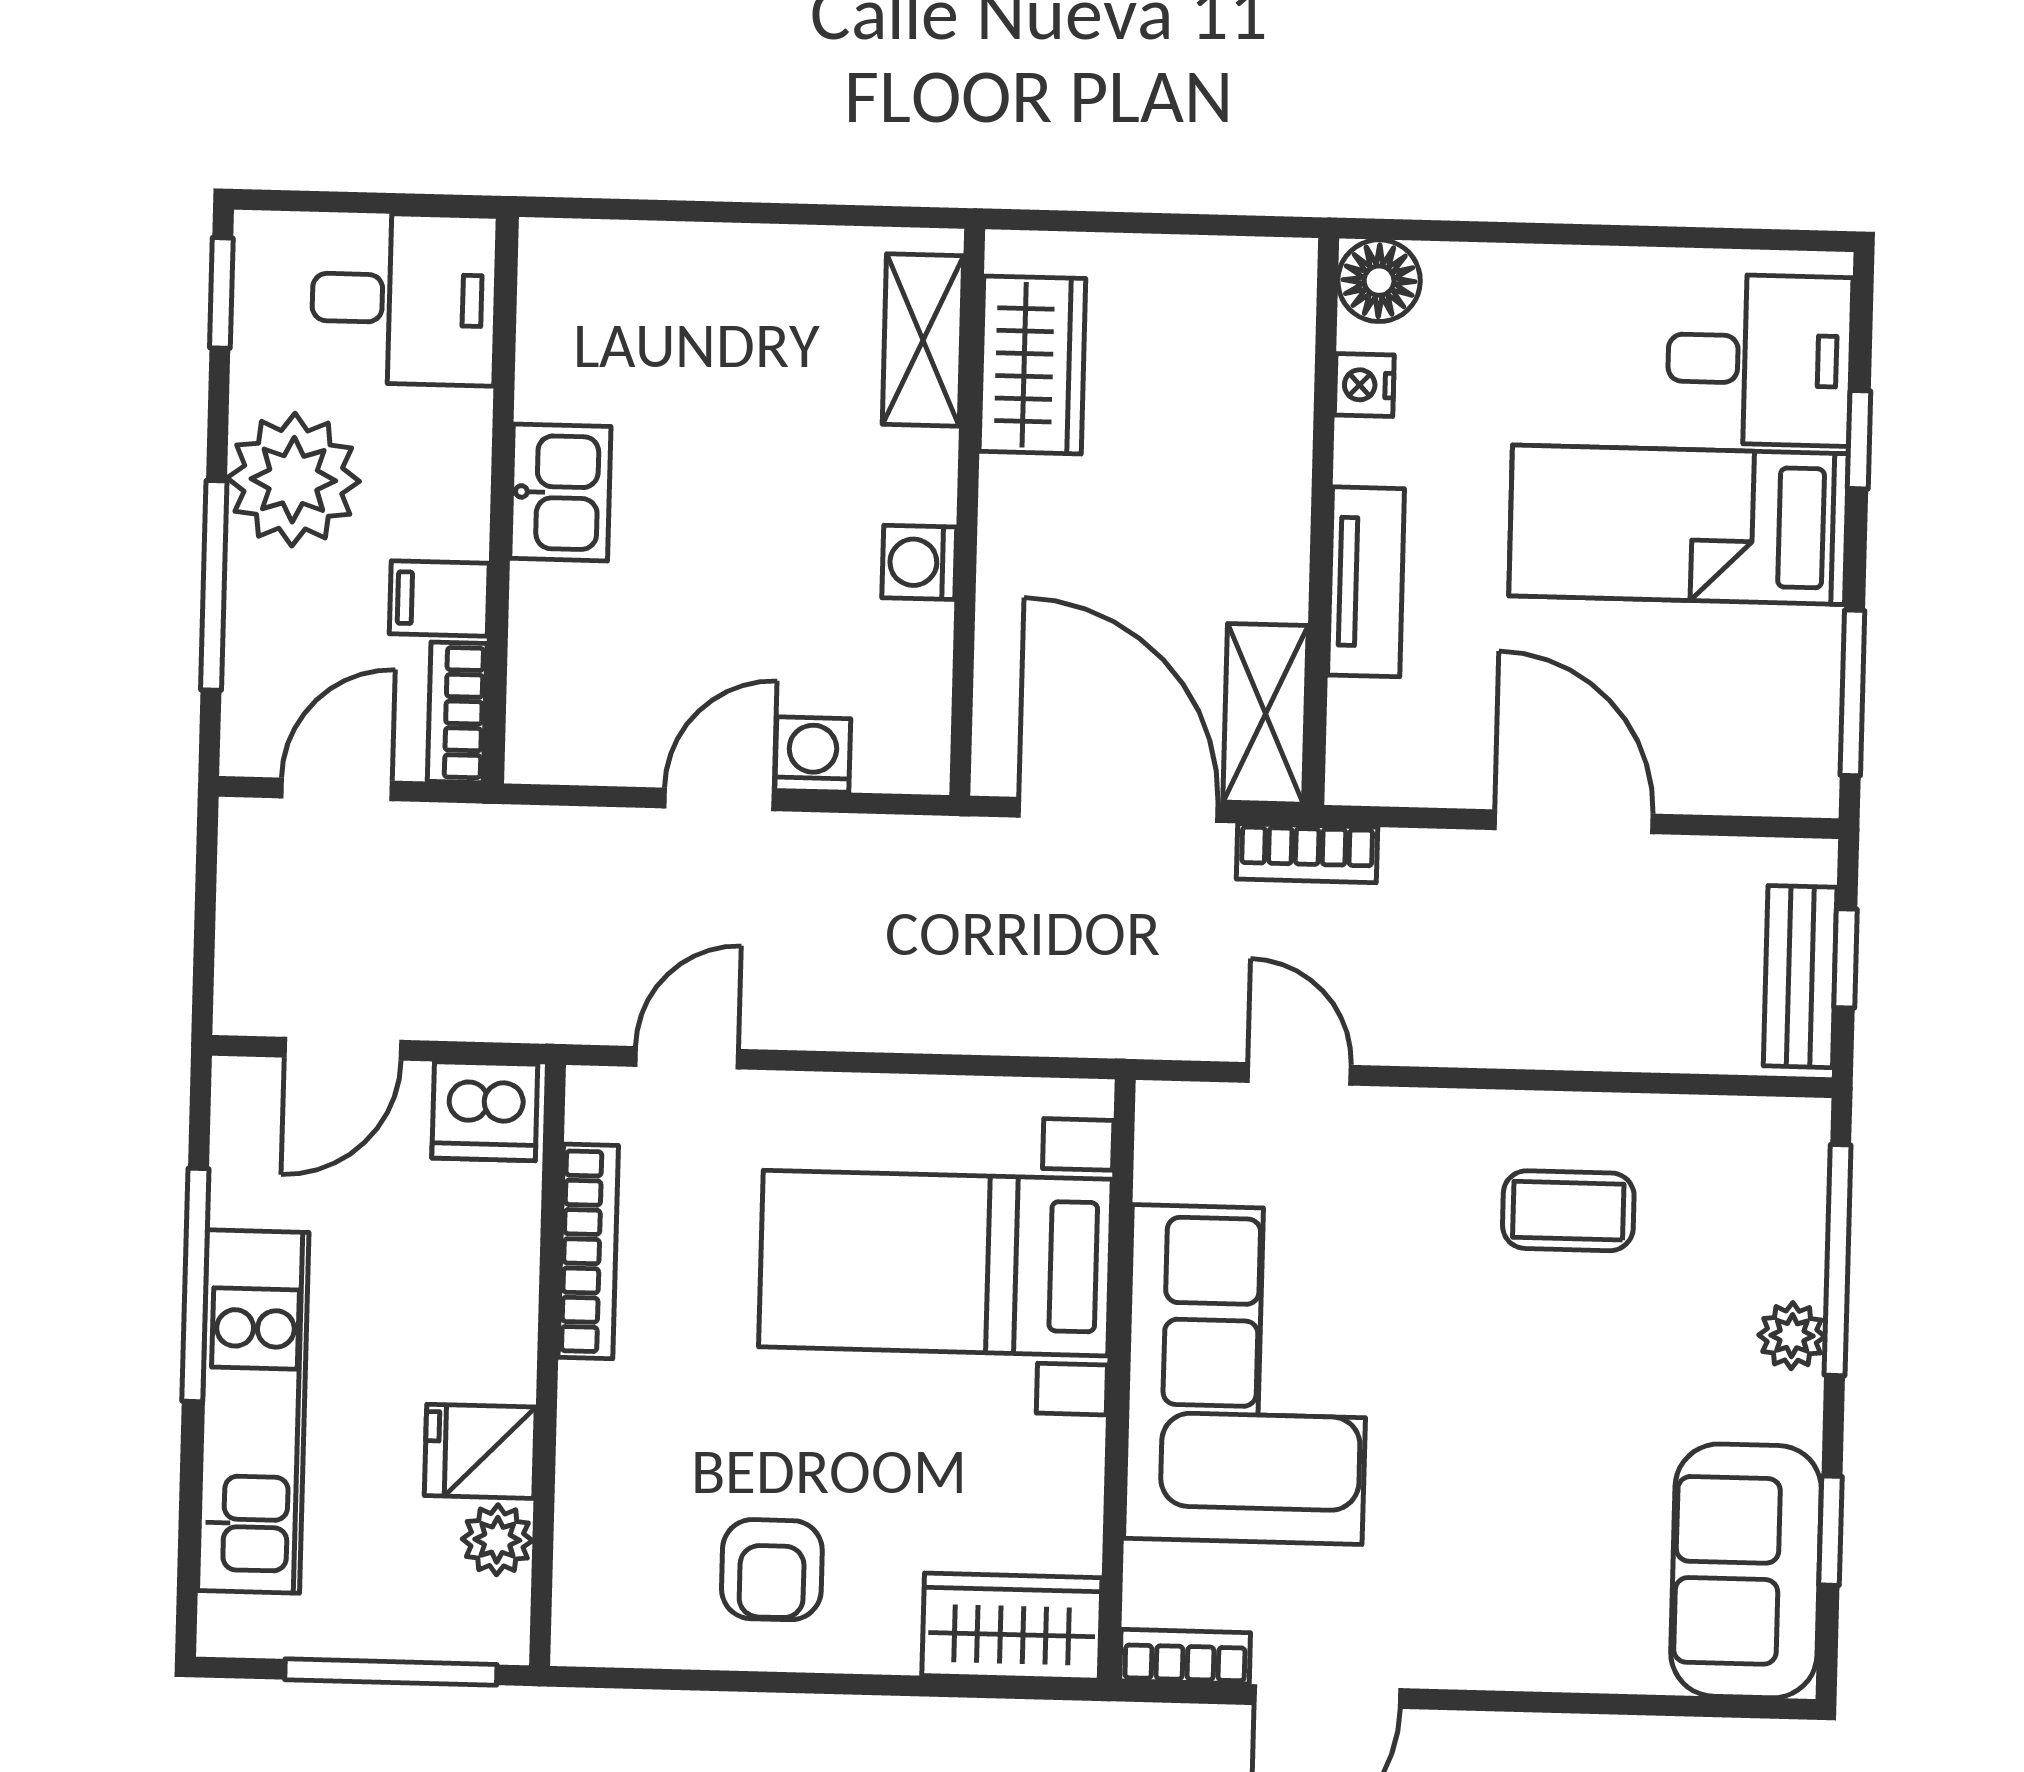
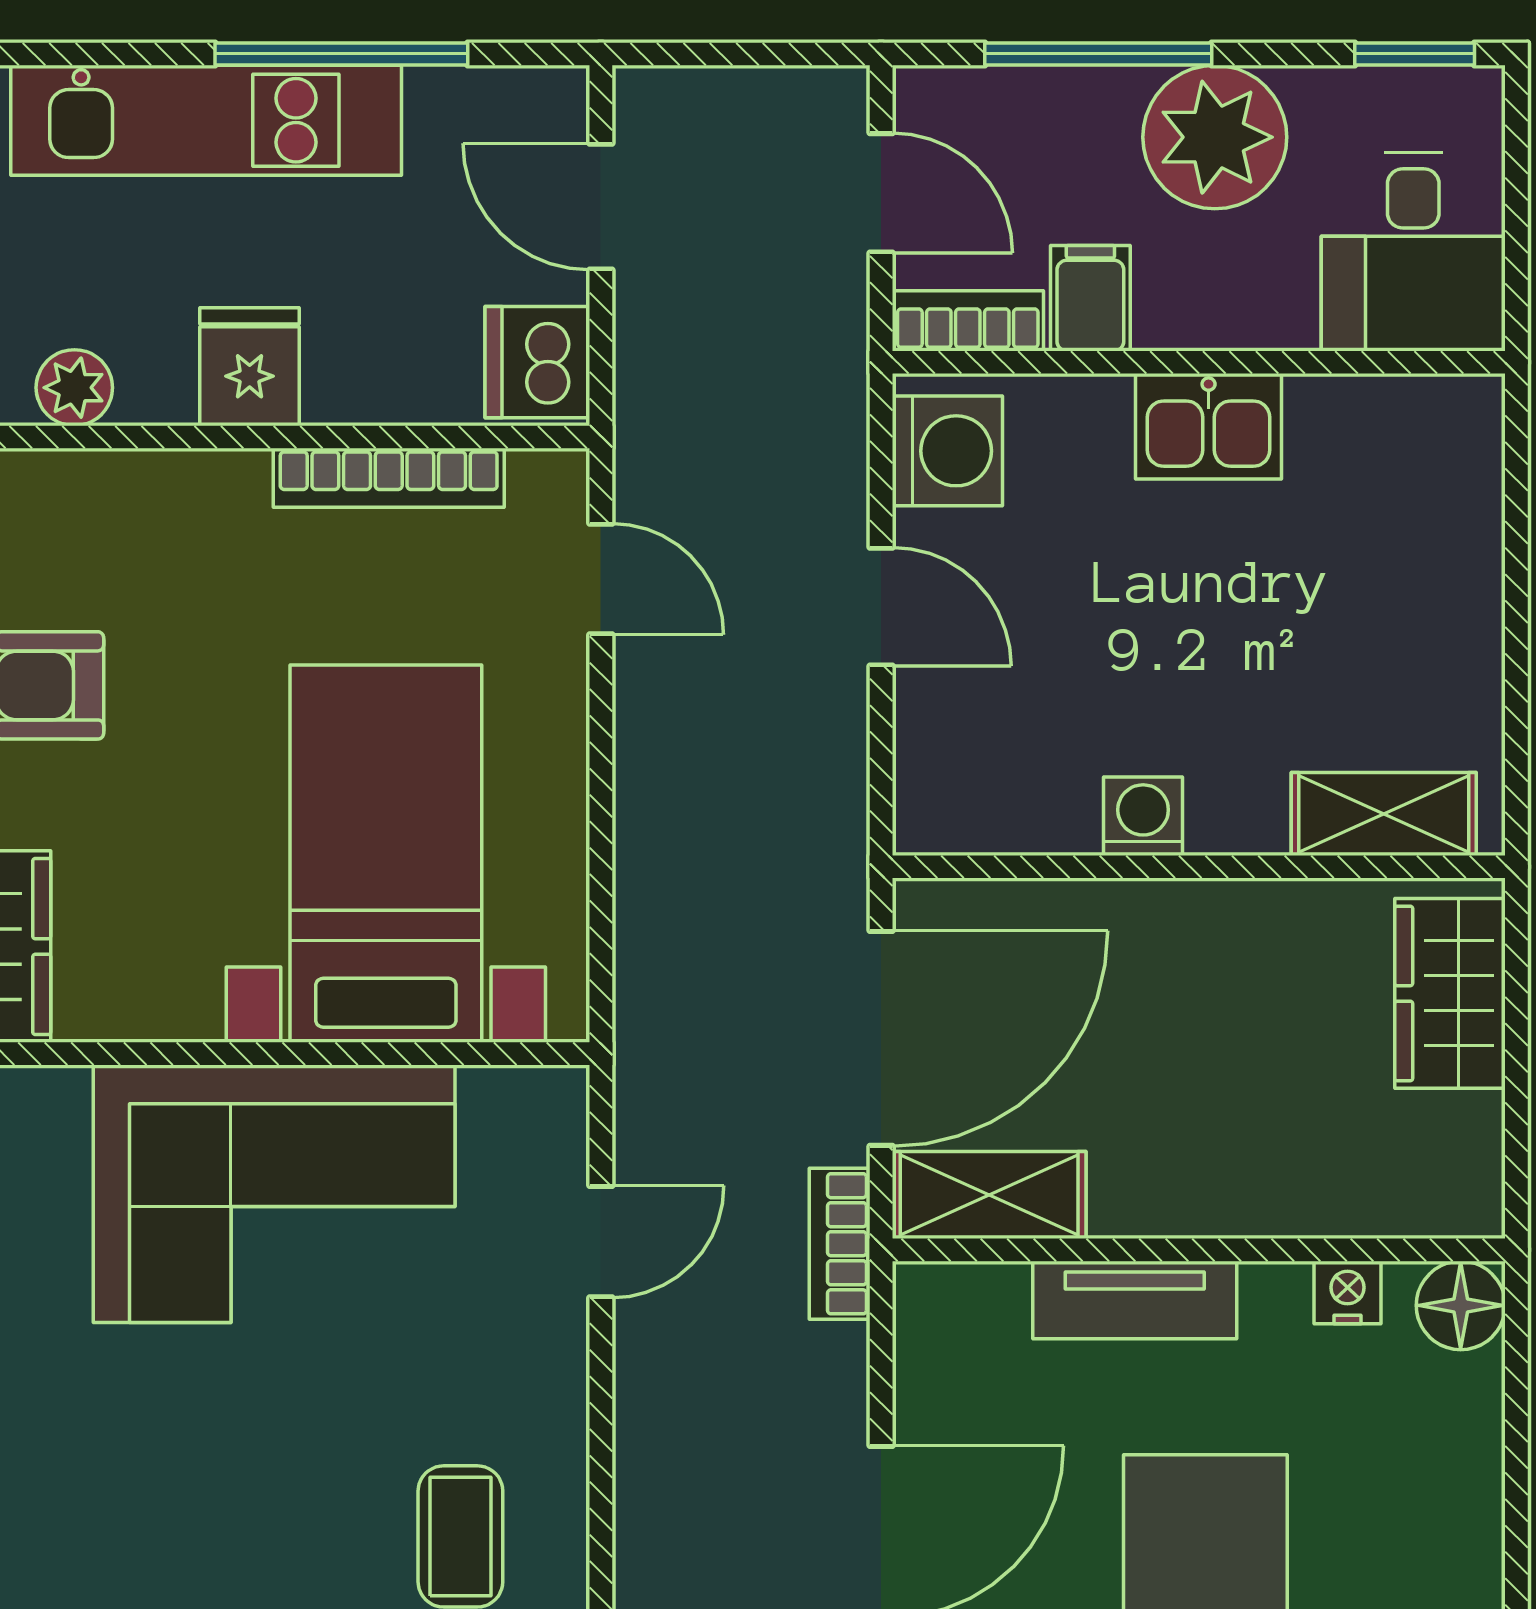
wardrobe: (1032, 365) -> (1450, 993), moved, turned 90
washing machine: (813, 755) -> (947, 451), moved, width x1.38, depth x1.38
fridge: (480, 1451) -> (250, 367), moved

